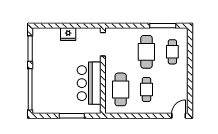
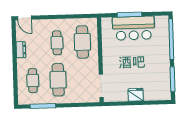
bar counter: (89, 83) -> (133, 28), moved, turned 90
dresser: (183, 84) -> (21, 50), added
door: (179, 116) -> (24, 18), hinge flipped

